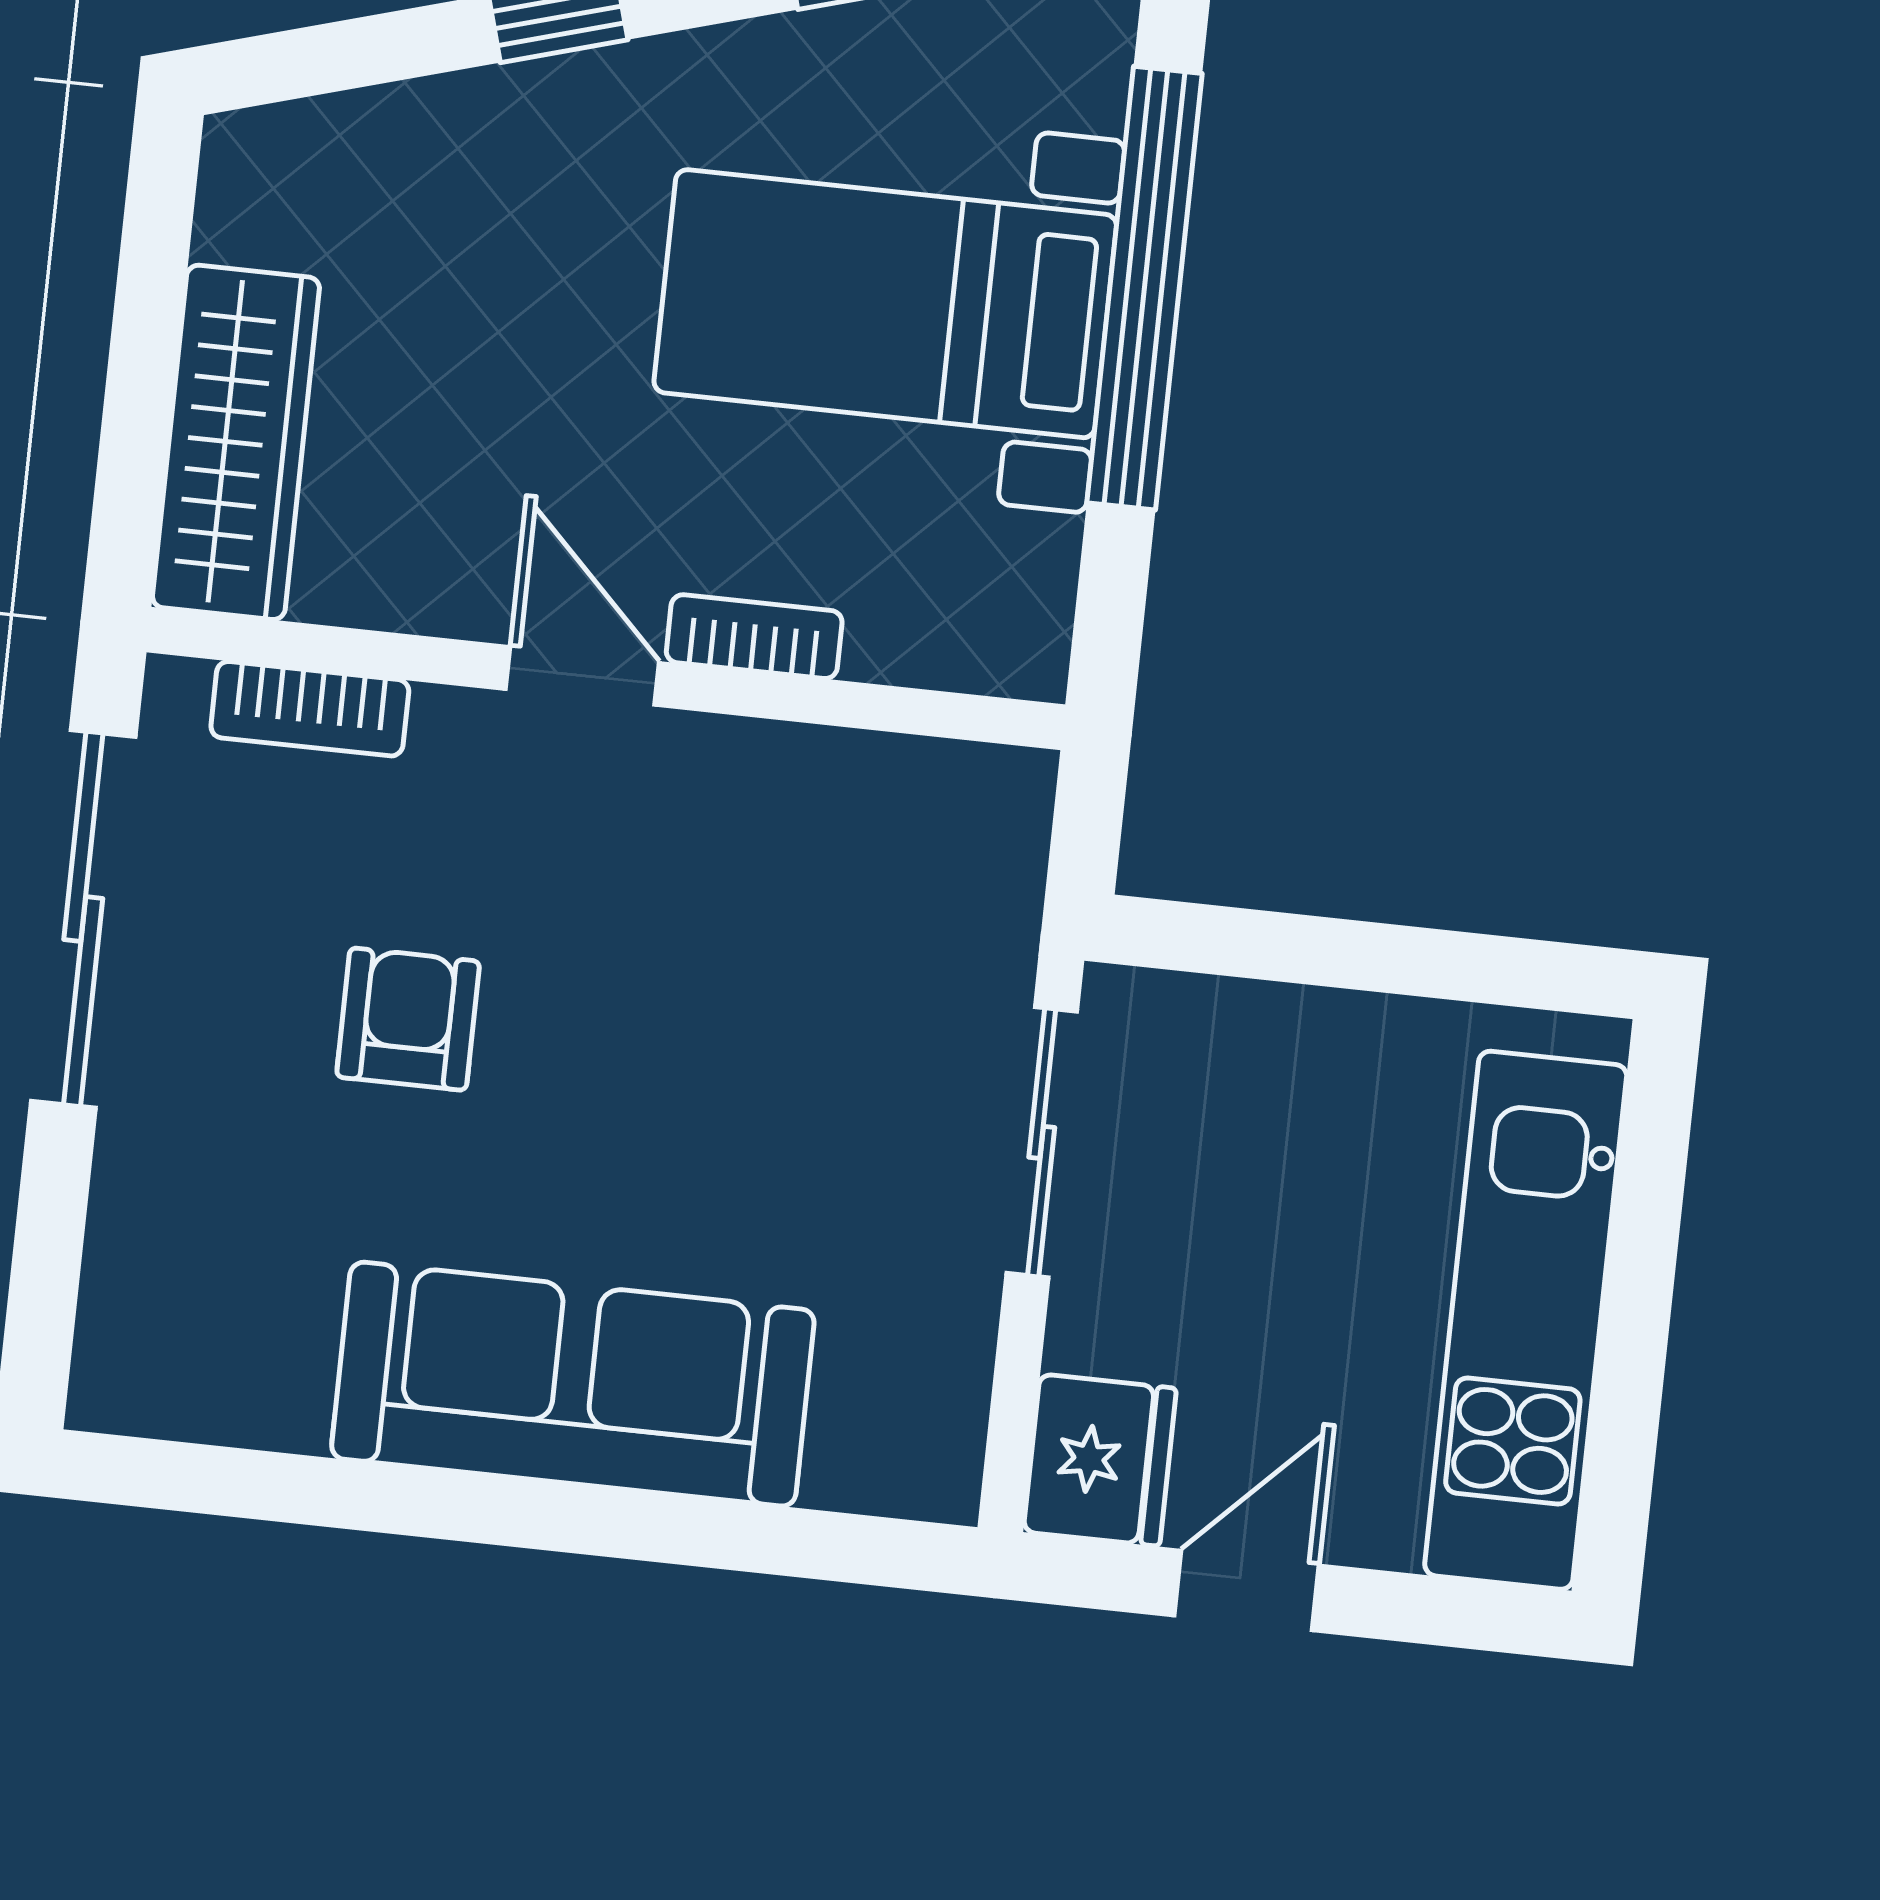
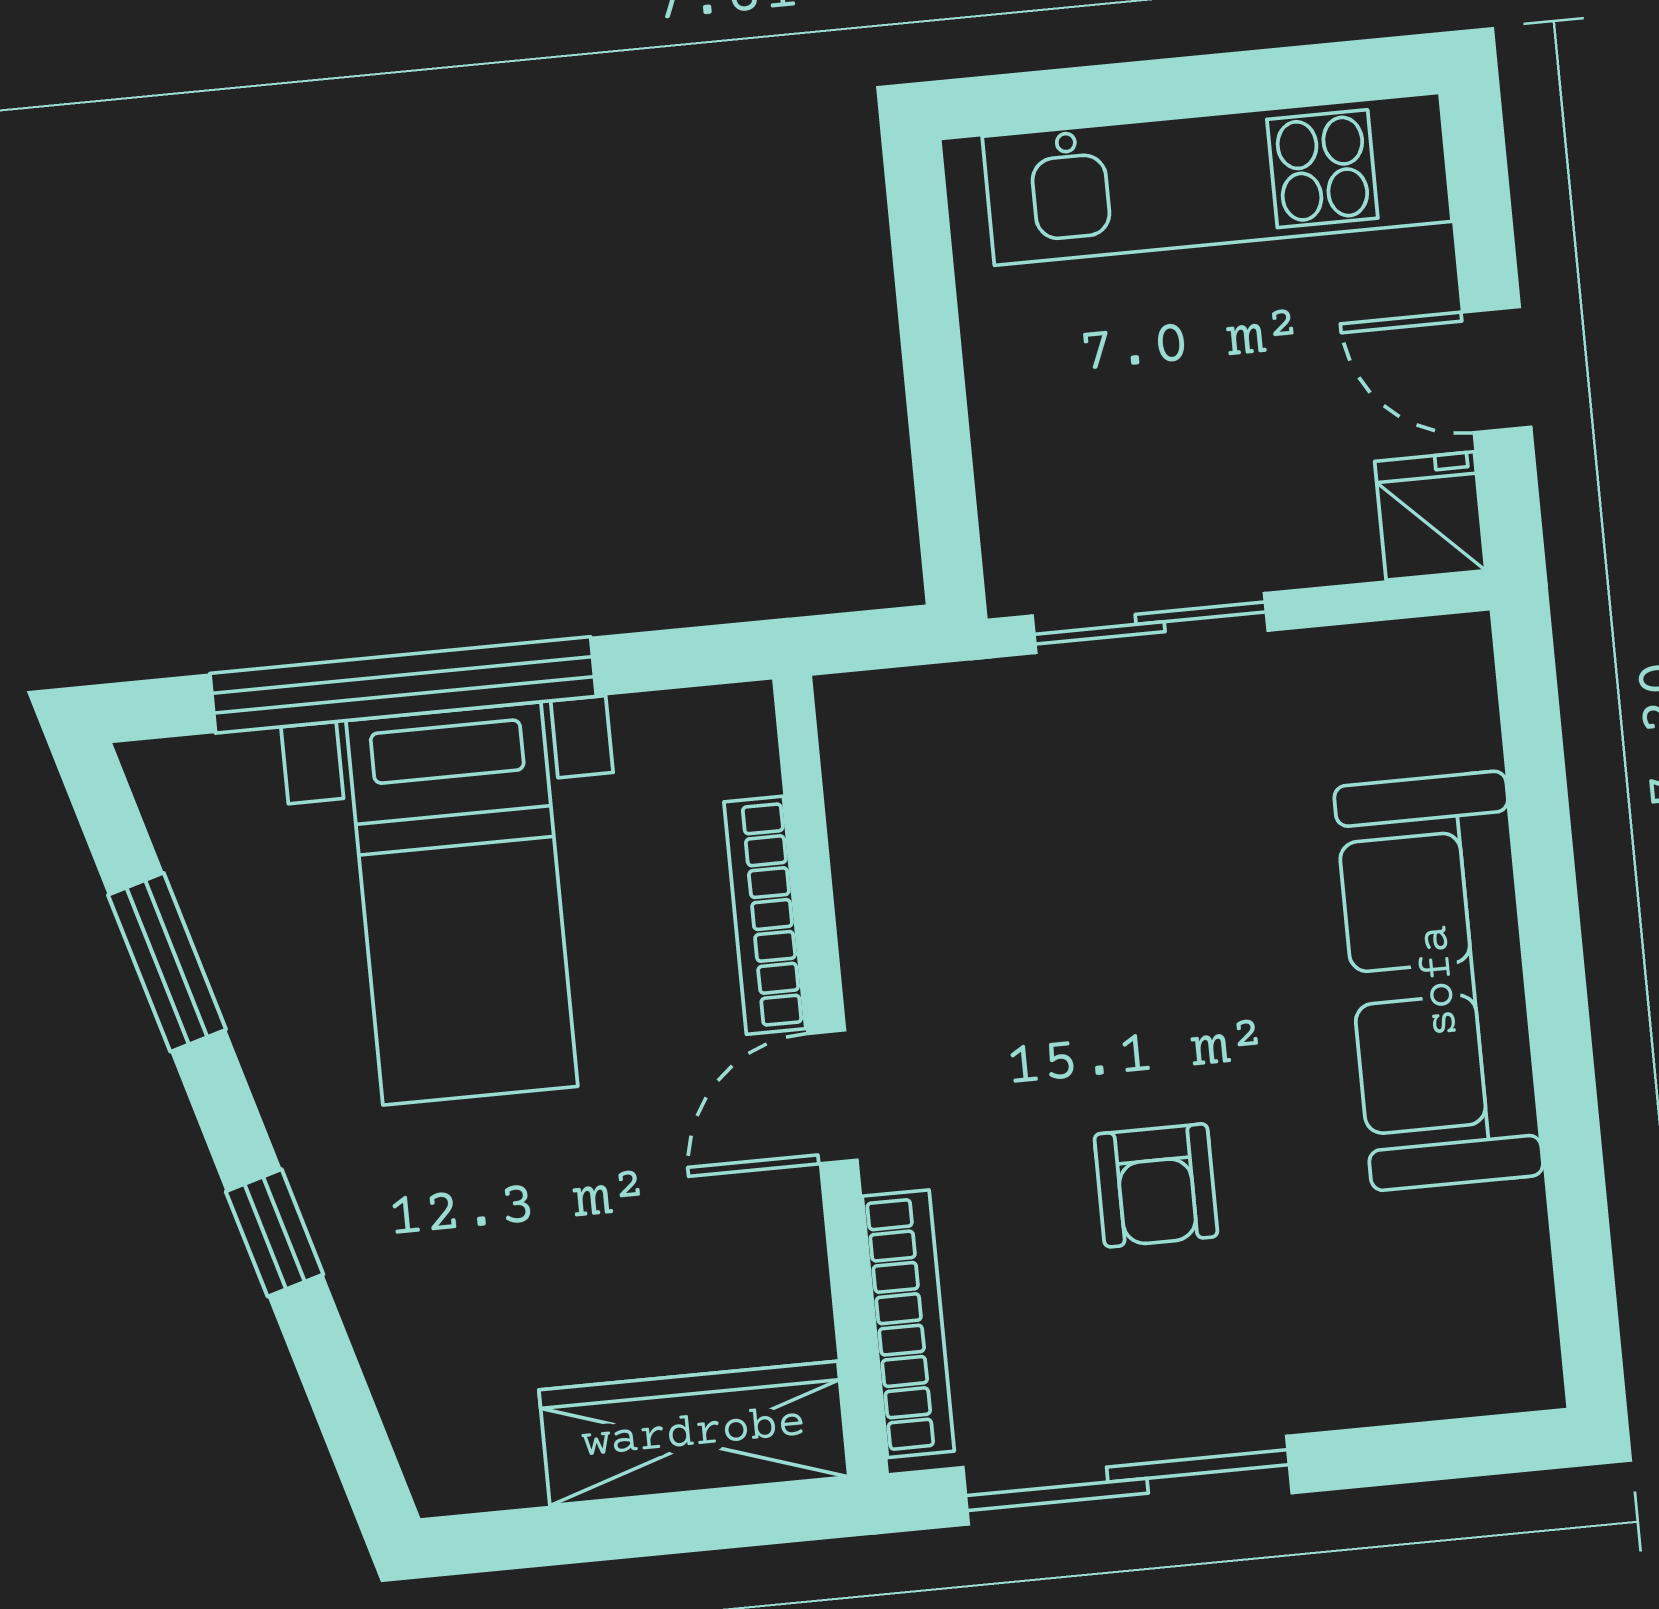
bookcase: (754, 637) -> (765, 915), width x1.56
bookcase: (310, 709) -> (908, 1324), width x1.56
armchair: (408, 1019) -> (1156, 1185), turned -90
fridge: (1100, 1460) -> (1430, 516), width x0.72

